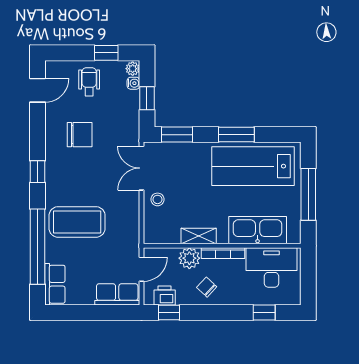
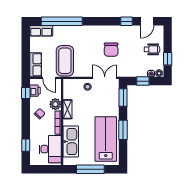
door: (38, 90) -> (147, 21), hinge flipped
chair: (80, 135) -> (111, 50), moved
window: (38, 172) -> (127, 21), moved
coffee table: (77, 222) -> (65, 61), moved

